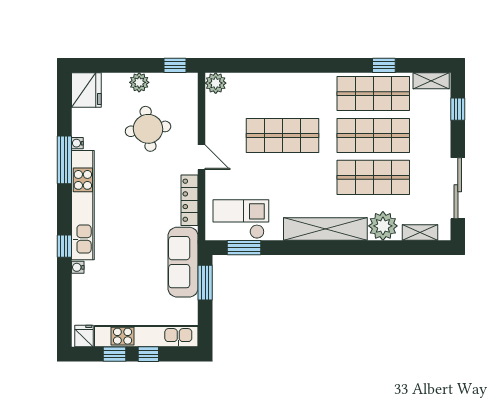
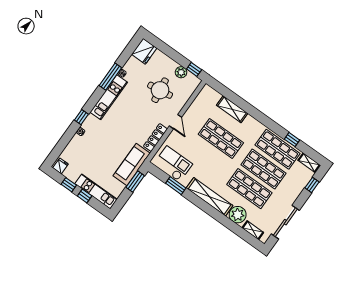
plant: (139, 82) -> (181, 72), moved
plant: (216, 83) -> (207, 91), removed
shelving: (269, 83) -> (232, 109), added
kitchen unit: (83, 205) -> (109, 97), width x0.73
window: (244, 248) -> (176, 186), moved
kitchen unit: (146, 336) -> (96, 191), width x0.73

